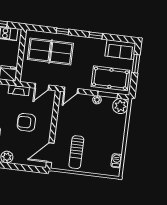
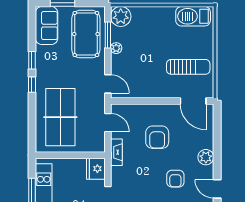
window: (63, 31) -> (32, 85), moved
barbecue: (116, 161) -> (193, 16), width x1.88, depth x1.53

